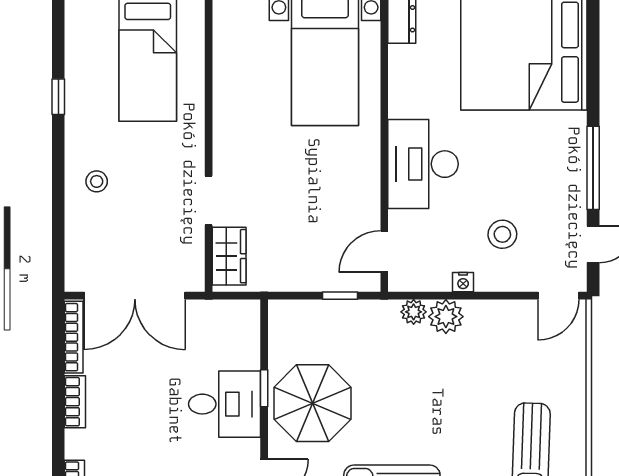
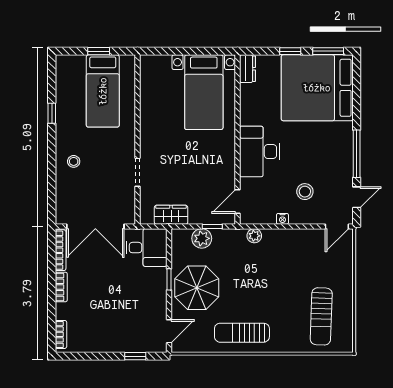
wardrobe: (229, 256) -> (171, 215), moved, turned -90
plant: (446, 317) -> (202, 238), moved
desk: (225, 404) -> (147, 248), moved

